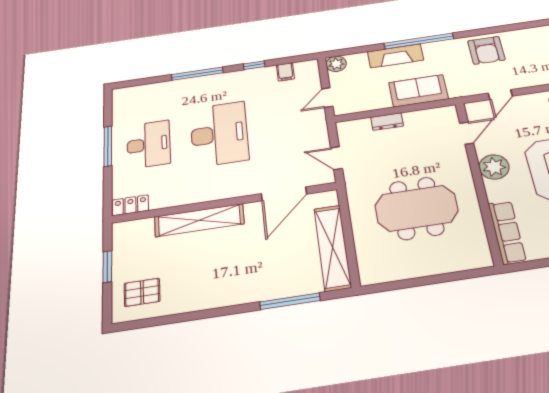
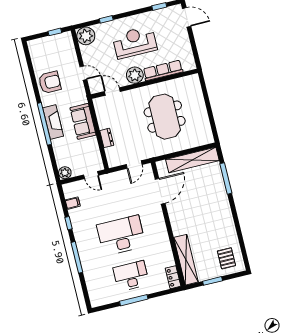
fireplace: (396, 56) -> (53, 122), moved
door: (284, 194) -> (160, 191), hinge flipped
shelving: (199, 220) -> (186, 260), moved
row of seats: (507, 232) -> (163, 70), moved

